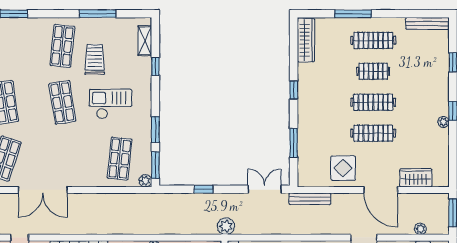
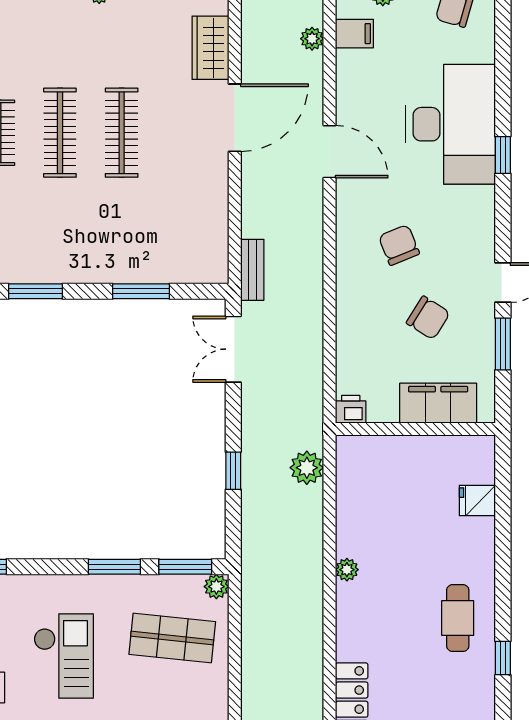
window: (294, 90) -> (36, 291), width x1.50
checkout: (111, 104) -> (64, 656), turned 180
display table: (343, 168) -> (191, 193), removed
bench: (310, 199) -> (252, 270), width x0.73
plant: (226, 226) -> (307, 468), moved

